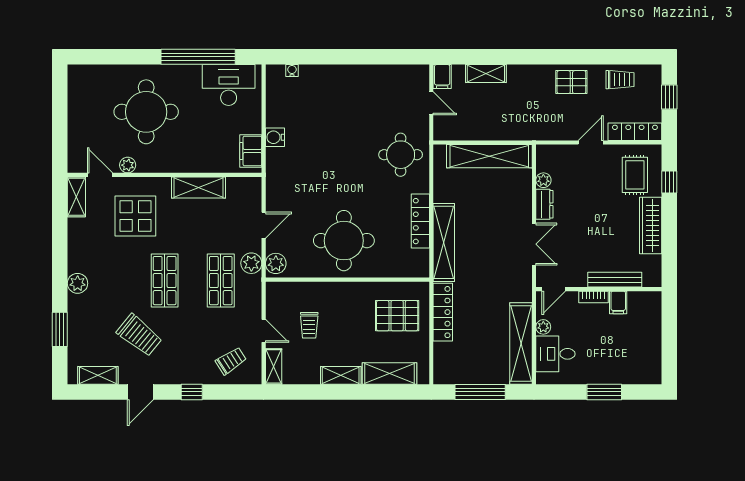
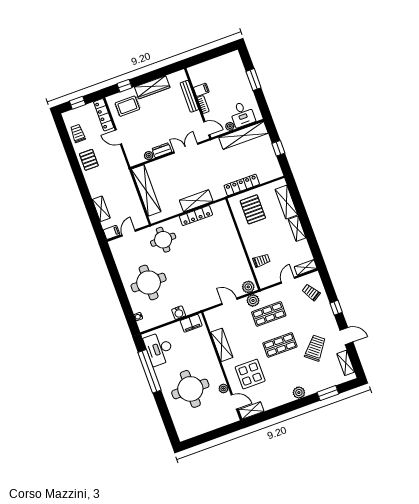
door: (100, 175) -> (234, 402), swing flipped
round table: (344, 241) -> (149, 283), moved
shelving: (444, 242) -> (196, 201), width x0.68
trolley: (309, 325) -> (261, 260), moved
window: (480, 392) -> (278, 148), width x0.46

